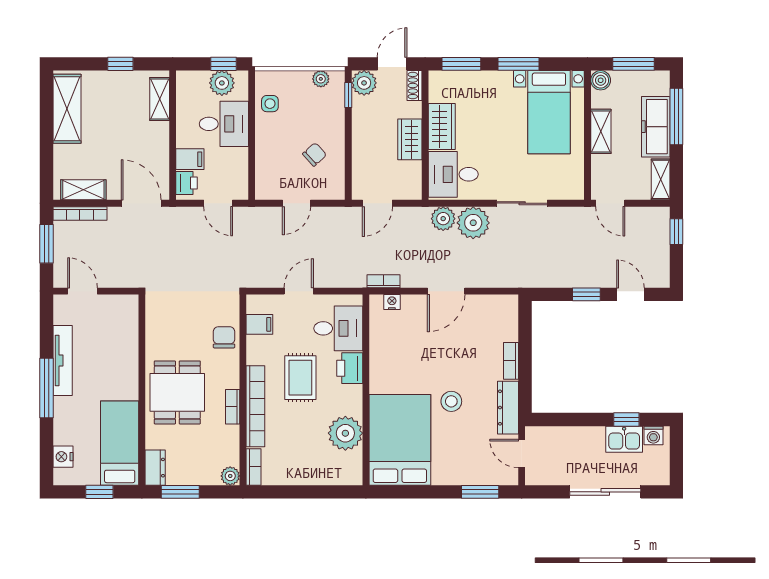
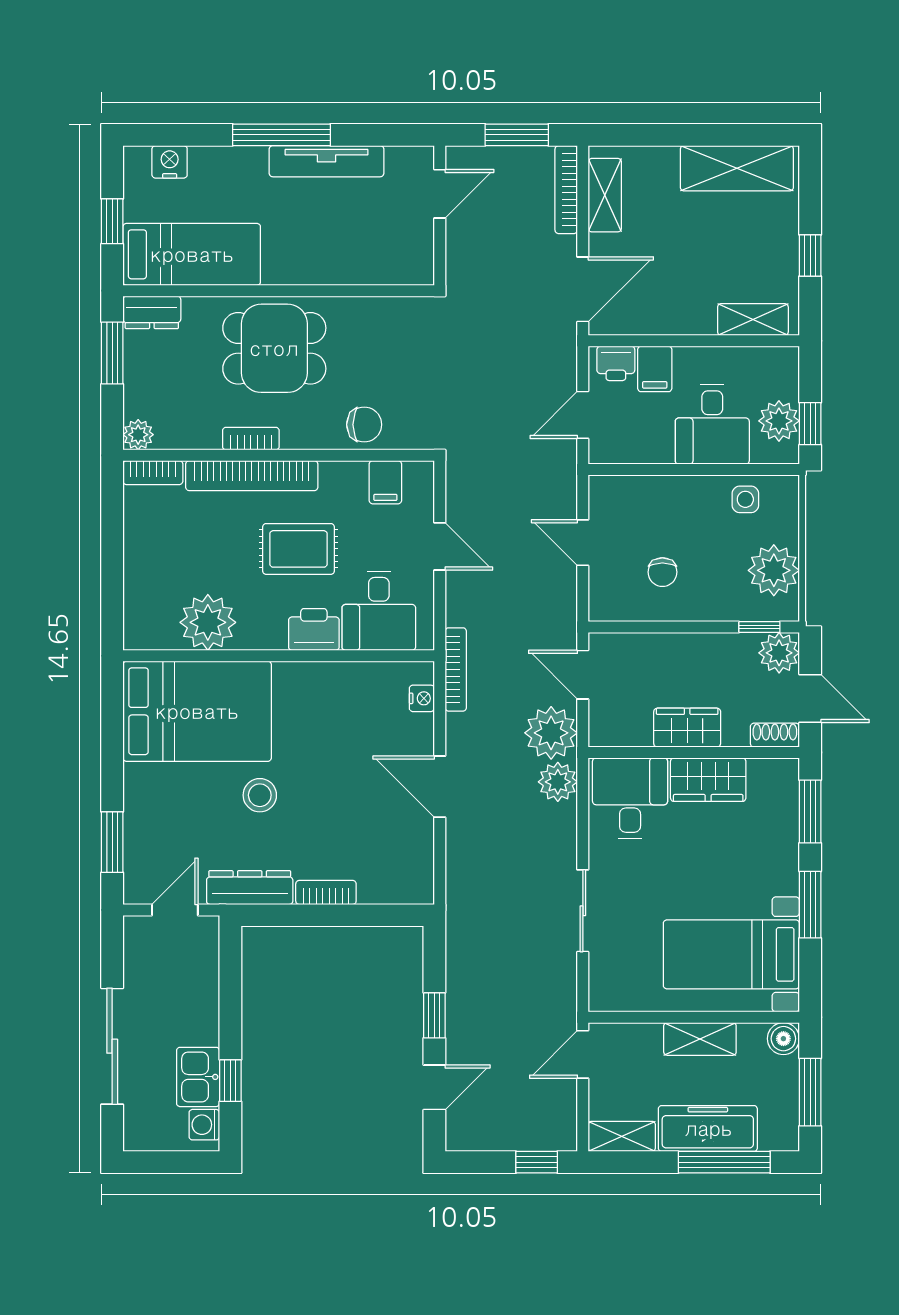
plant: (321, 79) -> (774, 570), width x1.88, depth x1.88
chair: (315, 154) -> (662, 572), turned 42
plant: (473, 223) -> (551, 733), moved
bookcase: (383, 281) -> (456, 669), width x1.56

